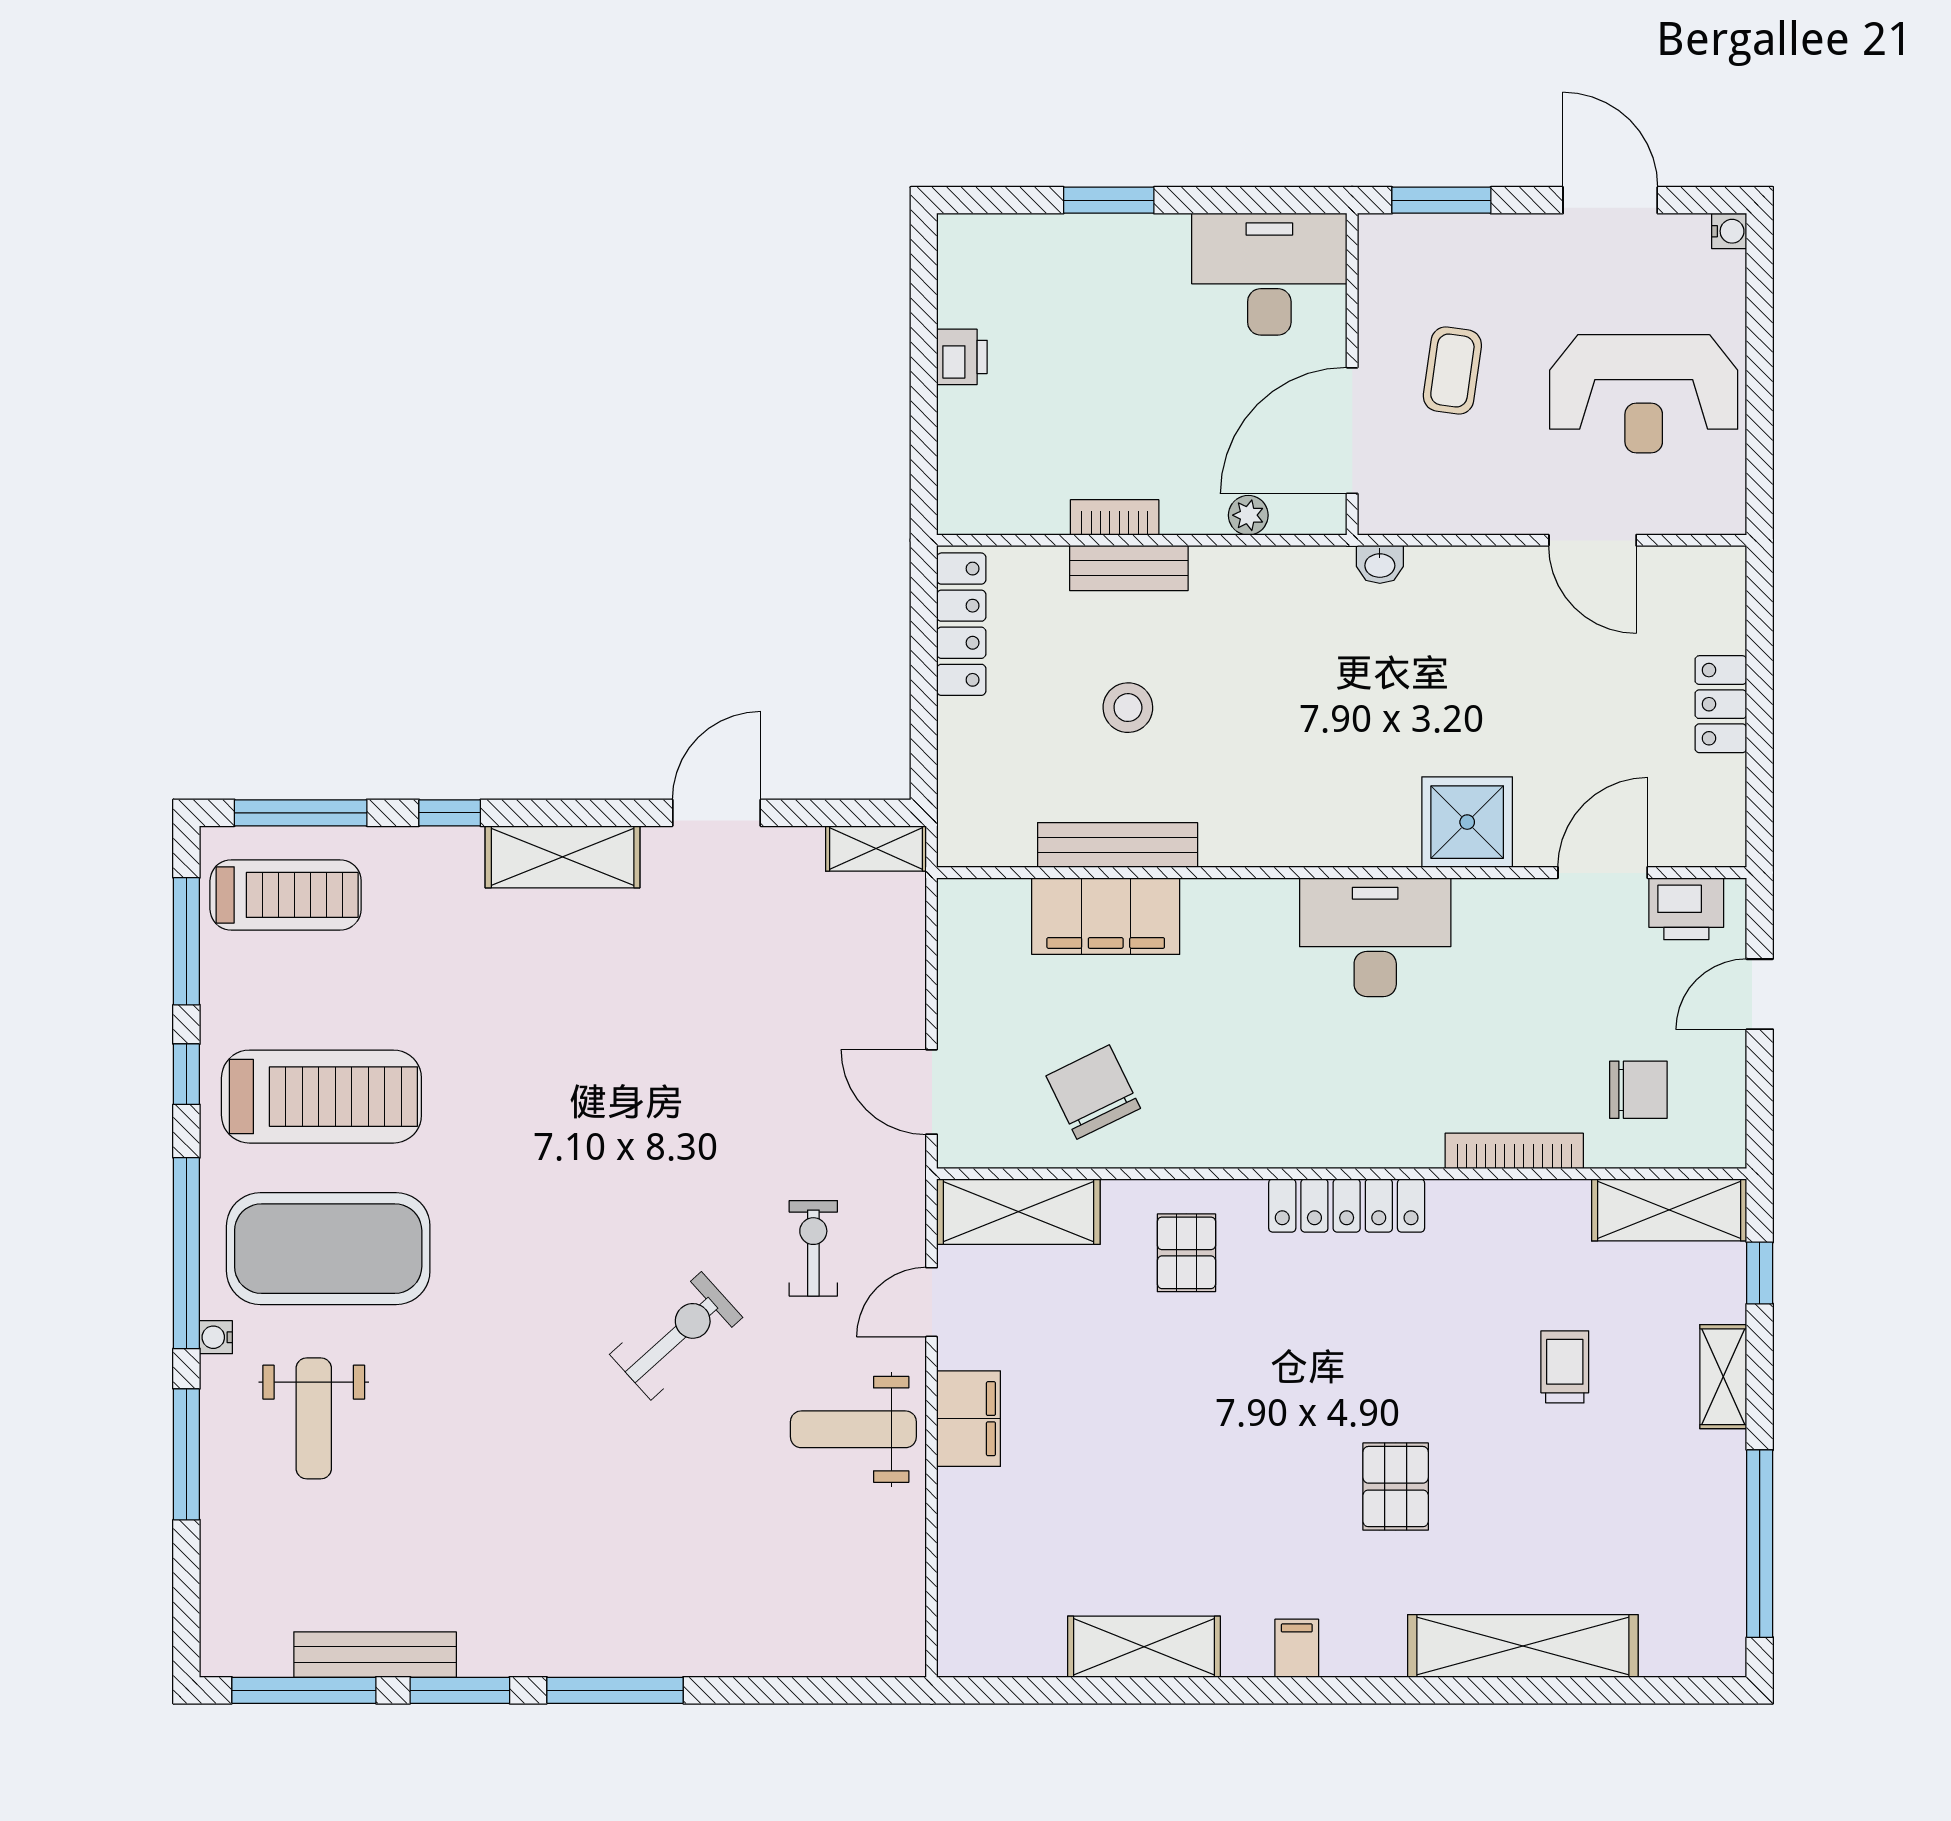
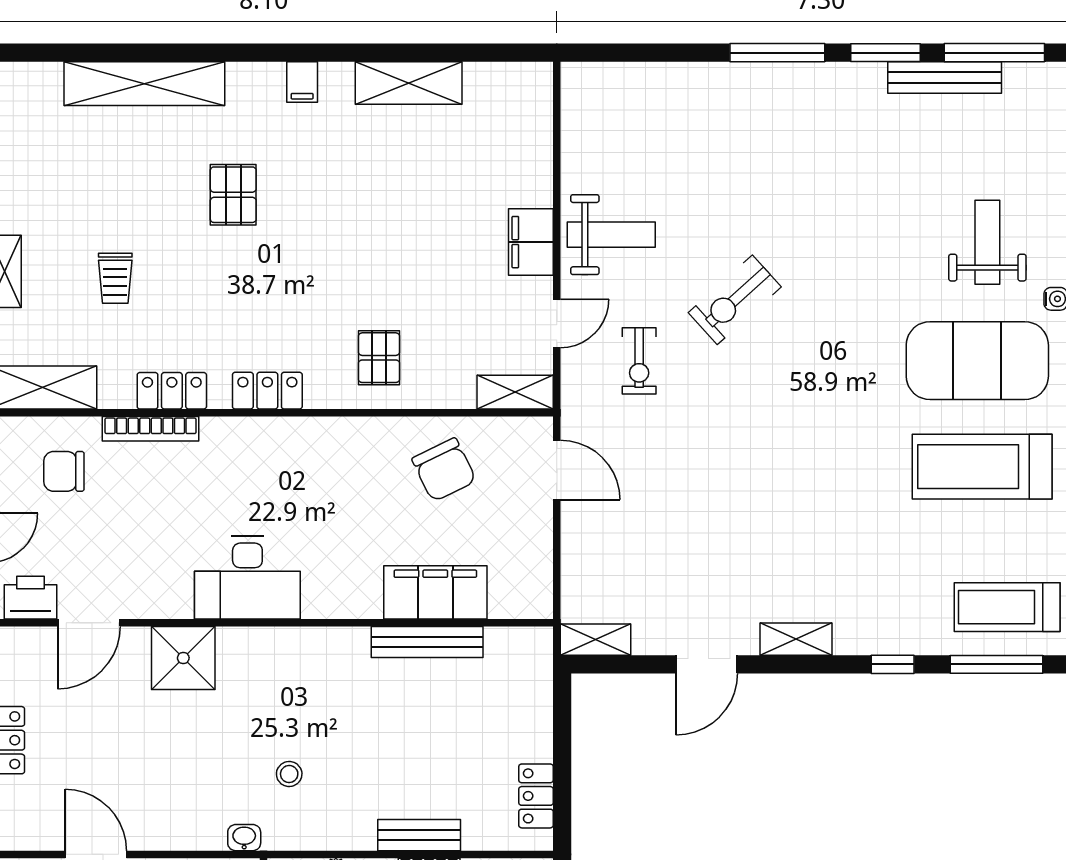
locker: (961, 624) -> (536, 796), width x0.66
stool: (1128, 708) -> (289, 774), moved, width x0.73, depth x0.73
shelving: (563, 857) -> (796, 639), width x0.67, depth x0.75
locker: (1484, 1205) -> (172, 391), added
locker: (1347, 1206) -> (267, 391), width x0.66
shelving: (1018, 1212) -> (515, 392), width x0.67, depth x0.75

